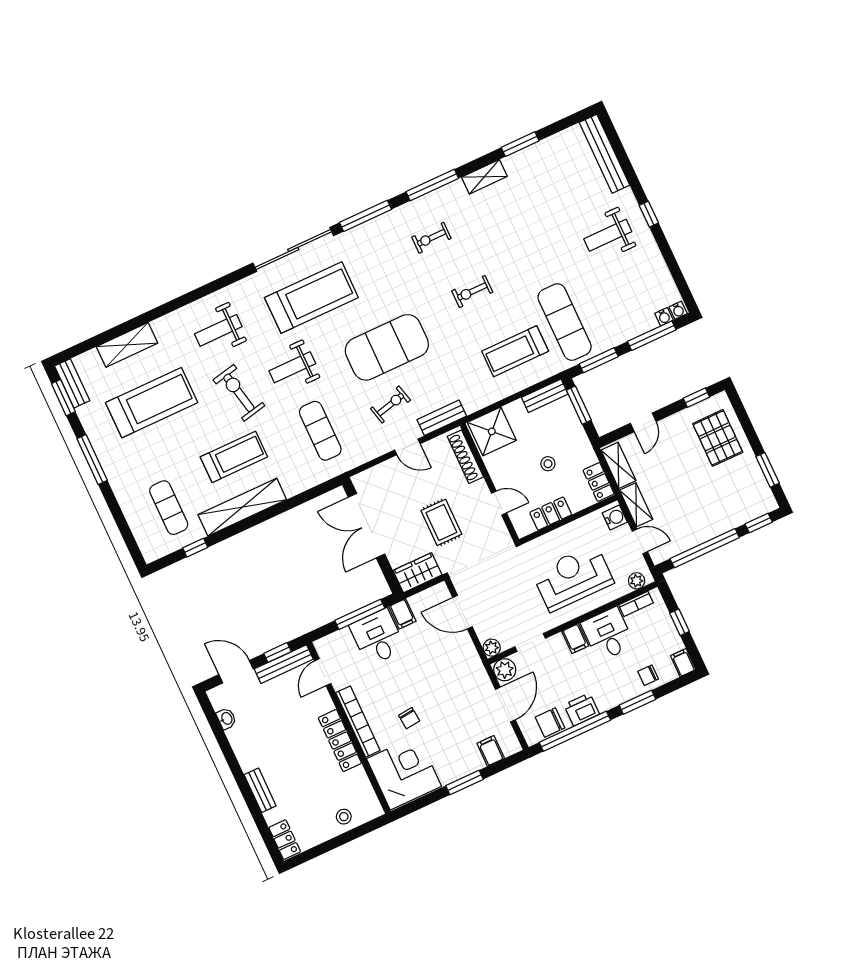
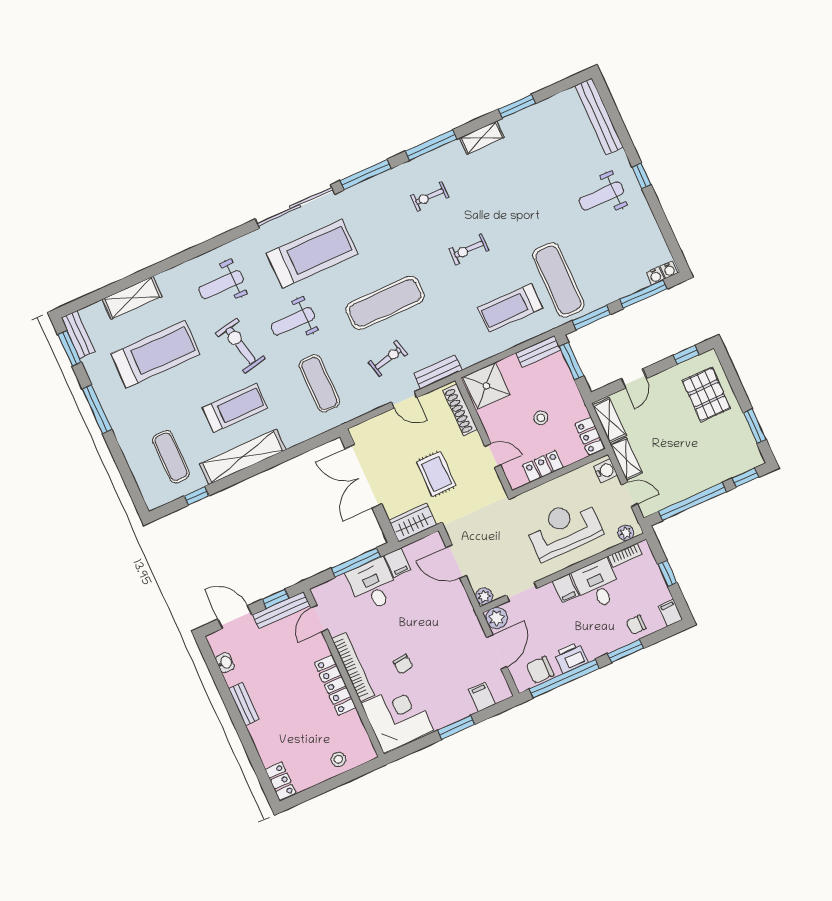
exercise mat: (387, 347) -> (385, 303), width x0.68
bench: (260, 790) -> (244, 704), moved

